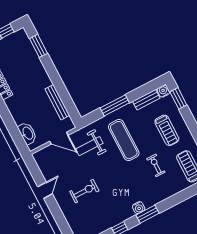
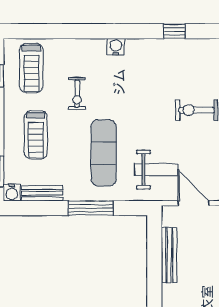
treadmill: (167, 130) -> (36, 135), turned 180
water cooler: (139, 208) -> (116, 47), moved
window: (148, 214) -> (125, 31), removed

